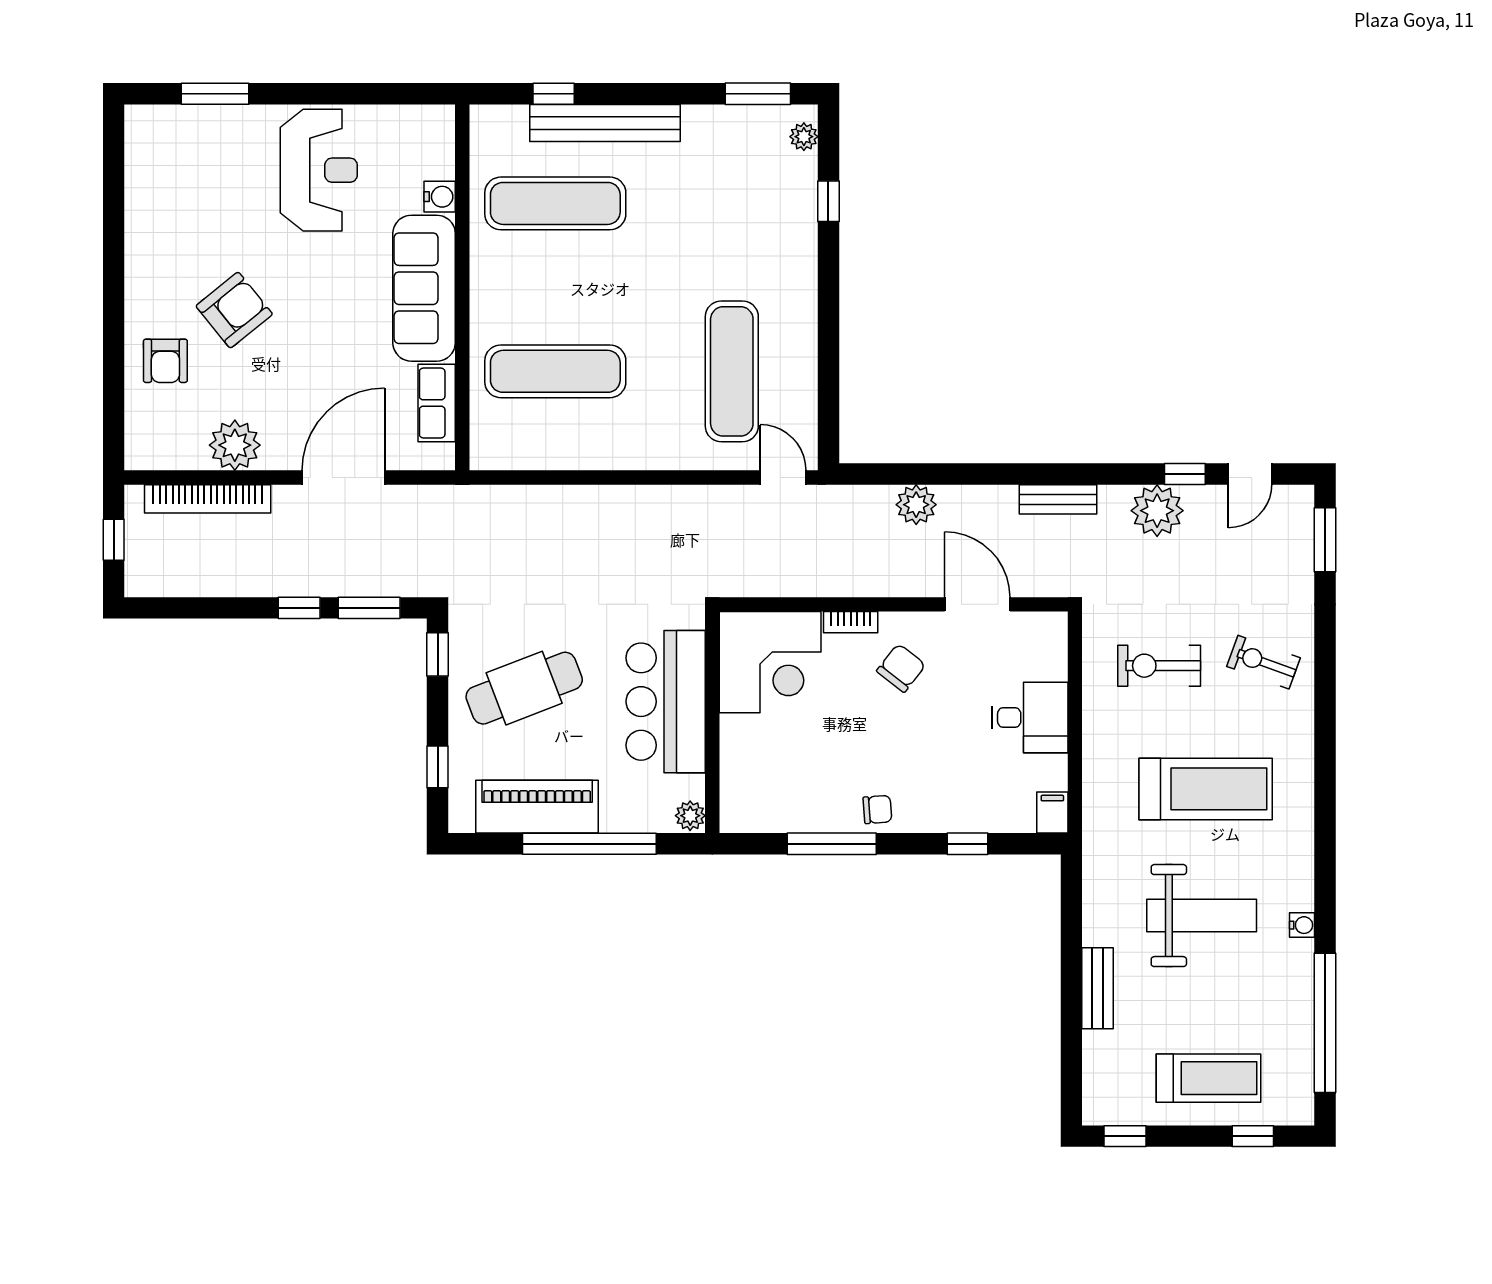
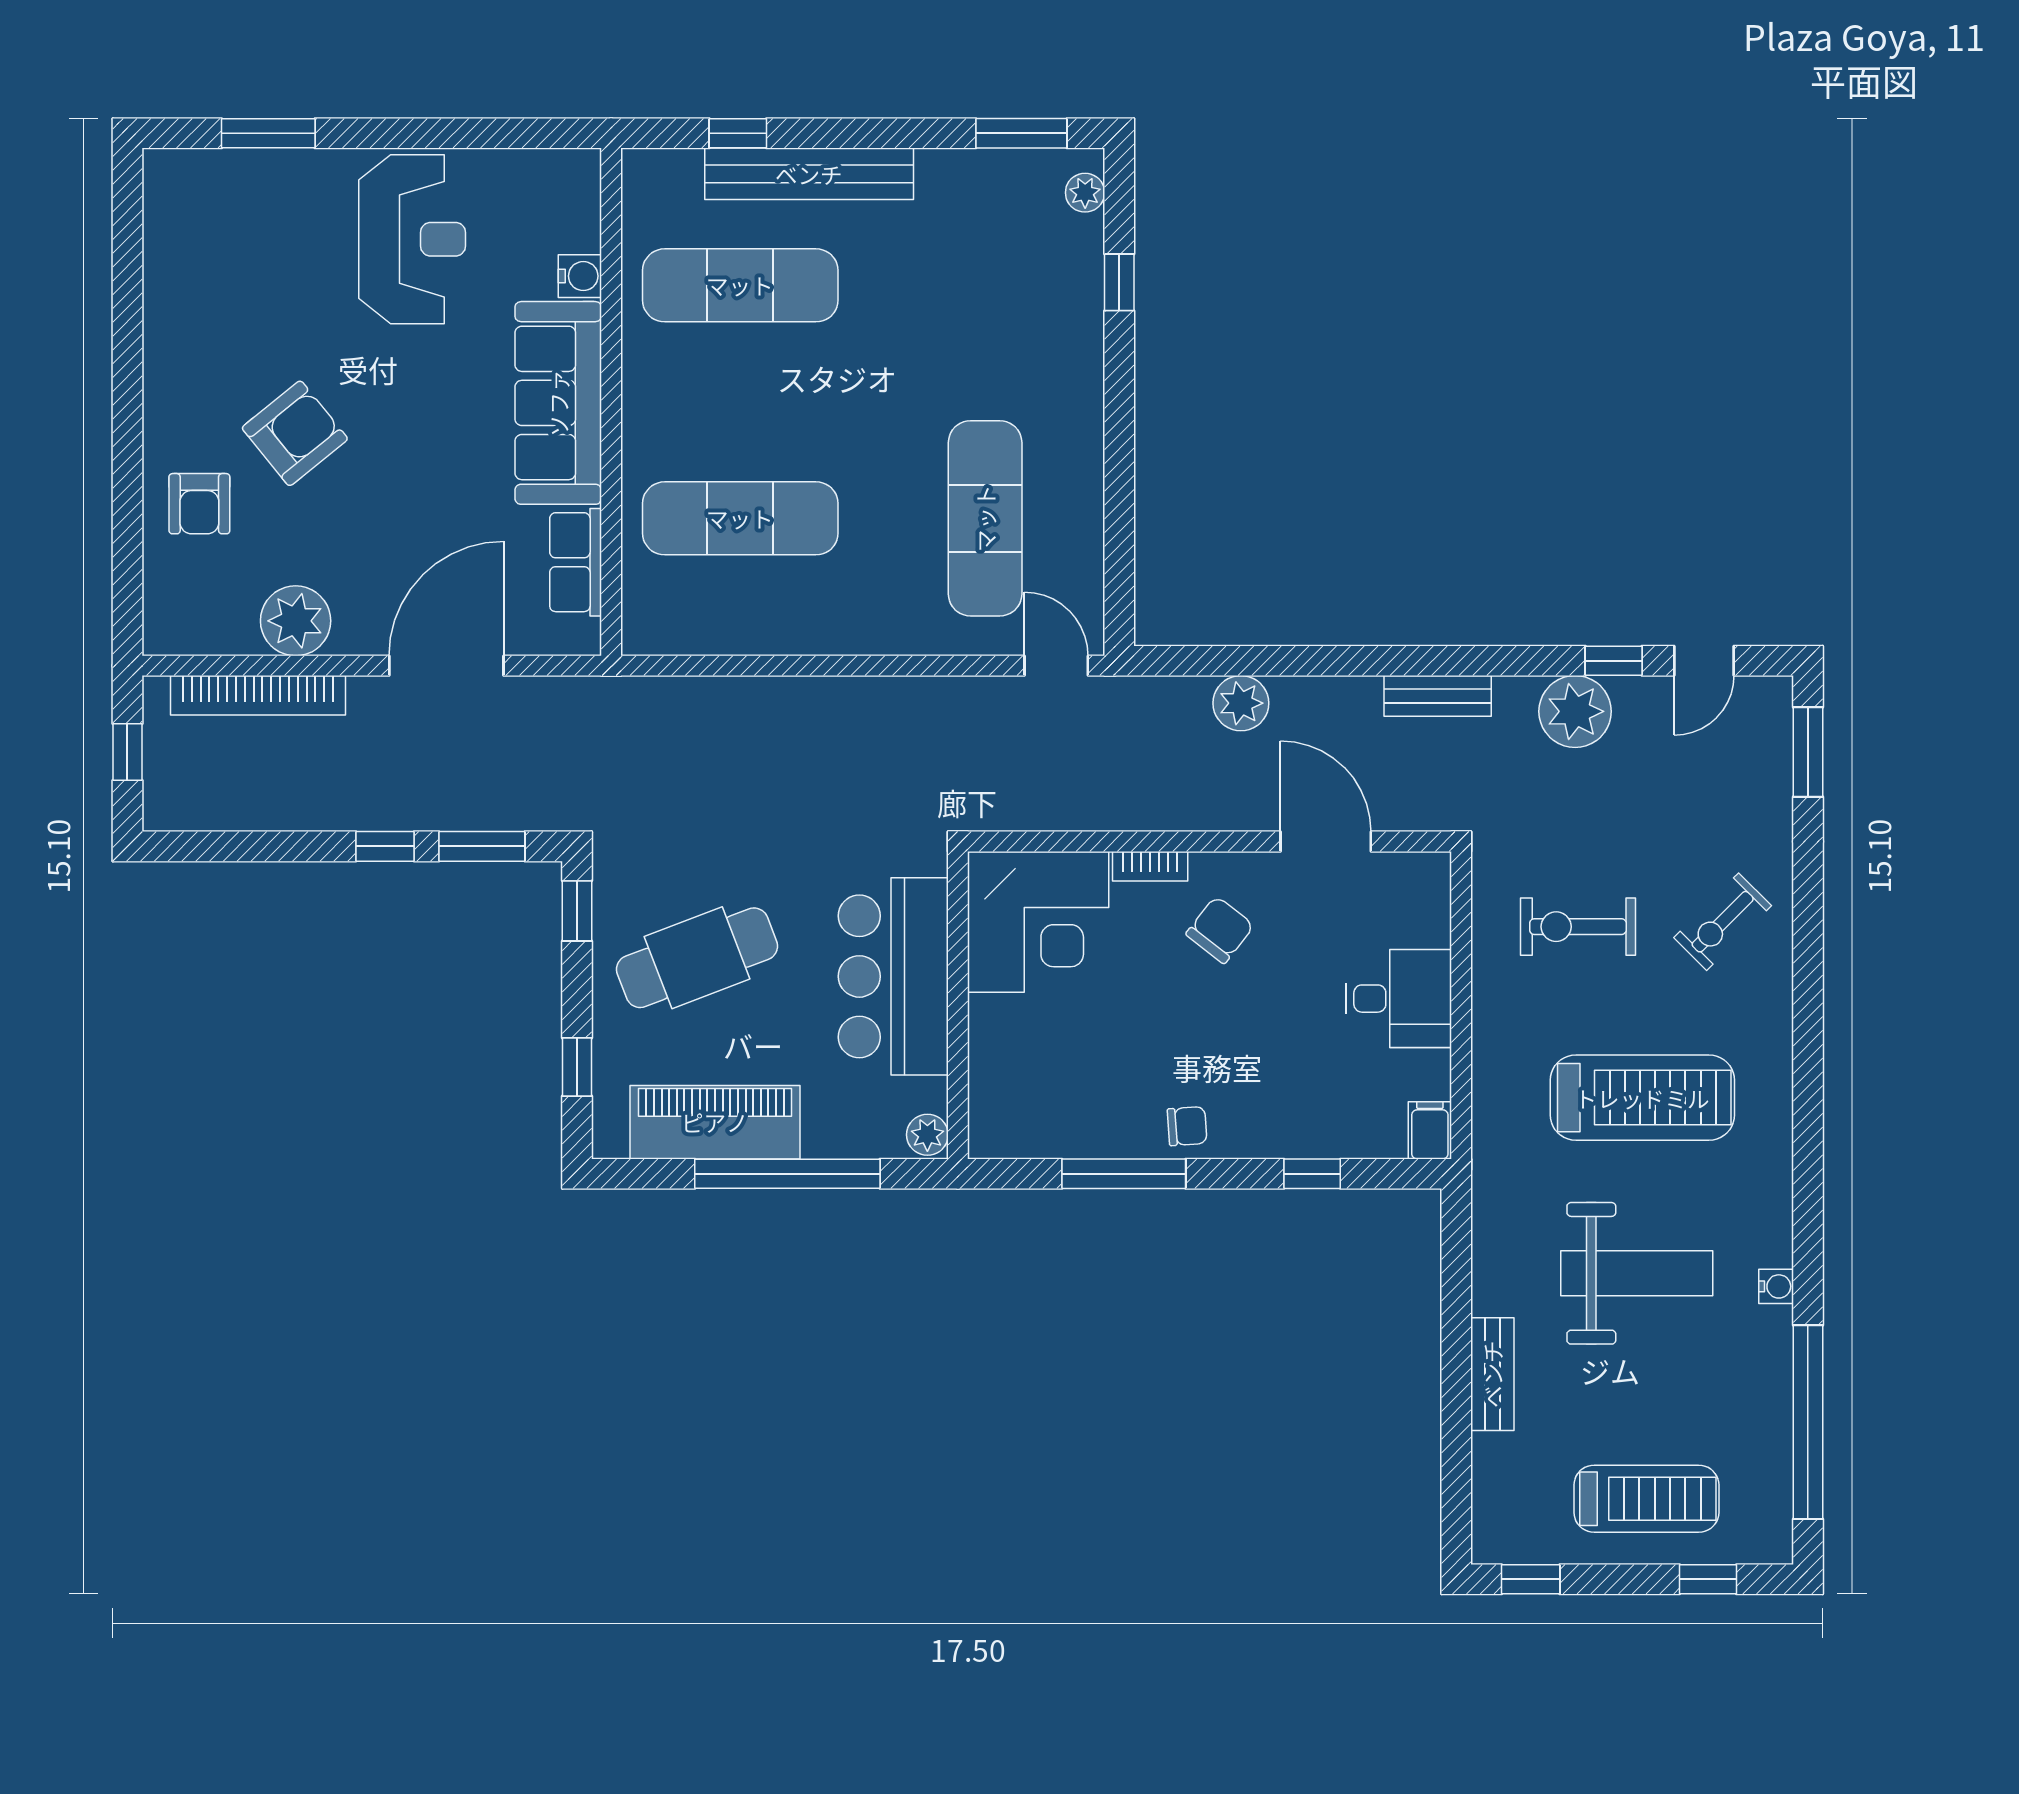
exercise bike: (1263, 662) -> (1723, 922), turned -65

